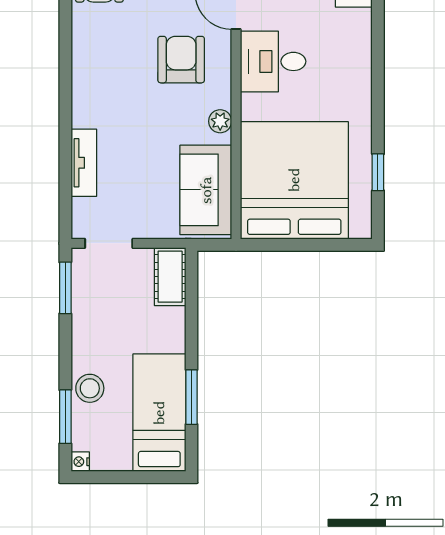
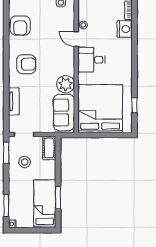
armchair: (181, 60) -> (26, 64), moved, turned 90
plant: (220, 121) -> (66, 84), width x1.87, depth x1.87
stool: (90, 388) -> (25, 162), moved

